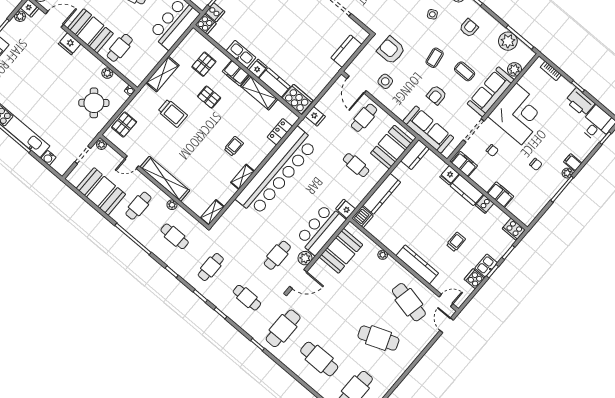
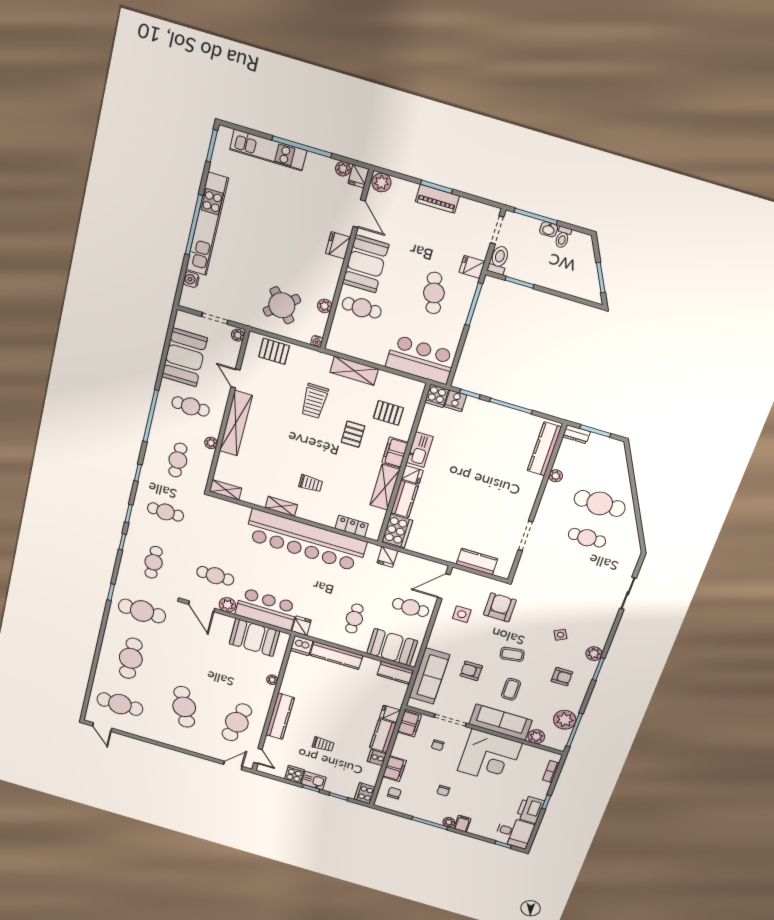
chair: (523, 205) -> (394, 793), added

